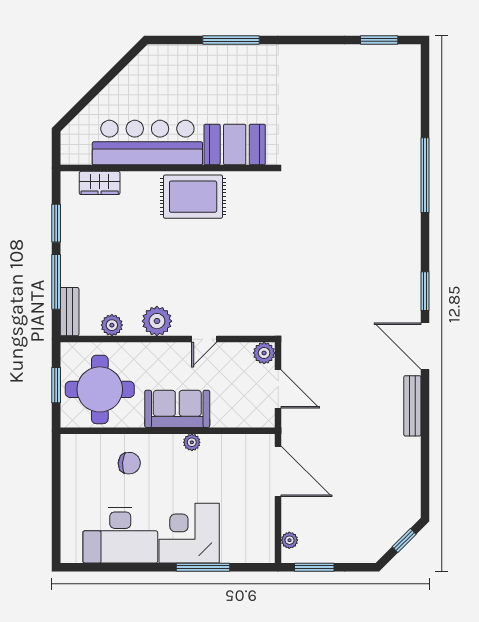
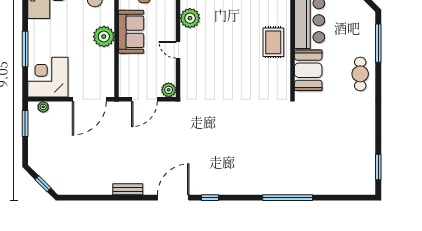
window: (231, 40) -> (378, 43), moved
cafe table: (240, 67) -> (360, 74), added
rug: (193, 197) -> (273, 42), width x0.73, depth x0.70
window: (425, 291) -> (210, 198), width x0.67
bench: (412, 406) -> (128, 189), width x0.73
plant: (192, 442) -> (104, 37), width x1.87, depth x1.87
corner desk: (189, 533) -> (48, 77), moved, turned -90

